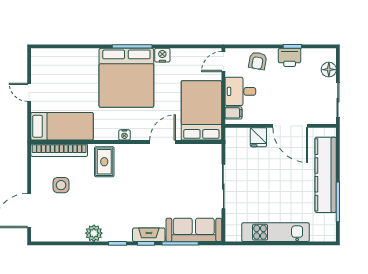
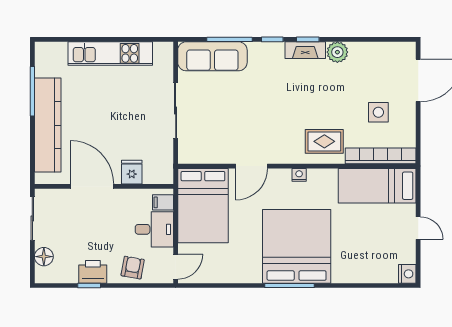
nightstand: (162, 55) -> (407, 274), moved, turned -90
rug: (104, 162) -> (324, 141), turned 90
fireplace: (149, 235) -> (305, 50), moved

